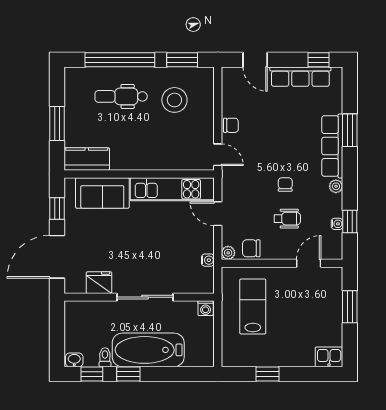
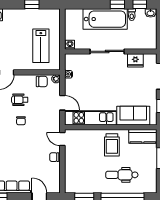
dental chair: (121, 96) -> (122, 175), turned 180
stool: (174, 100) -> (89, 173), removed
trolley: (137, 145) -> (112, 145), added

